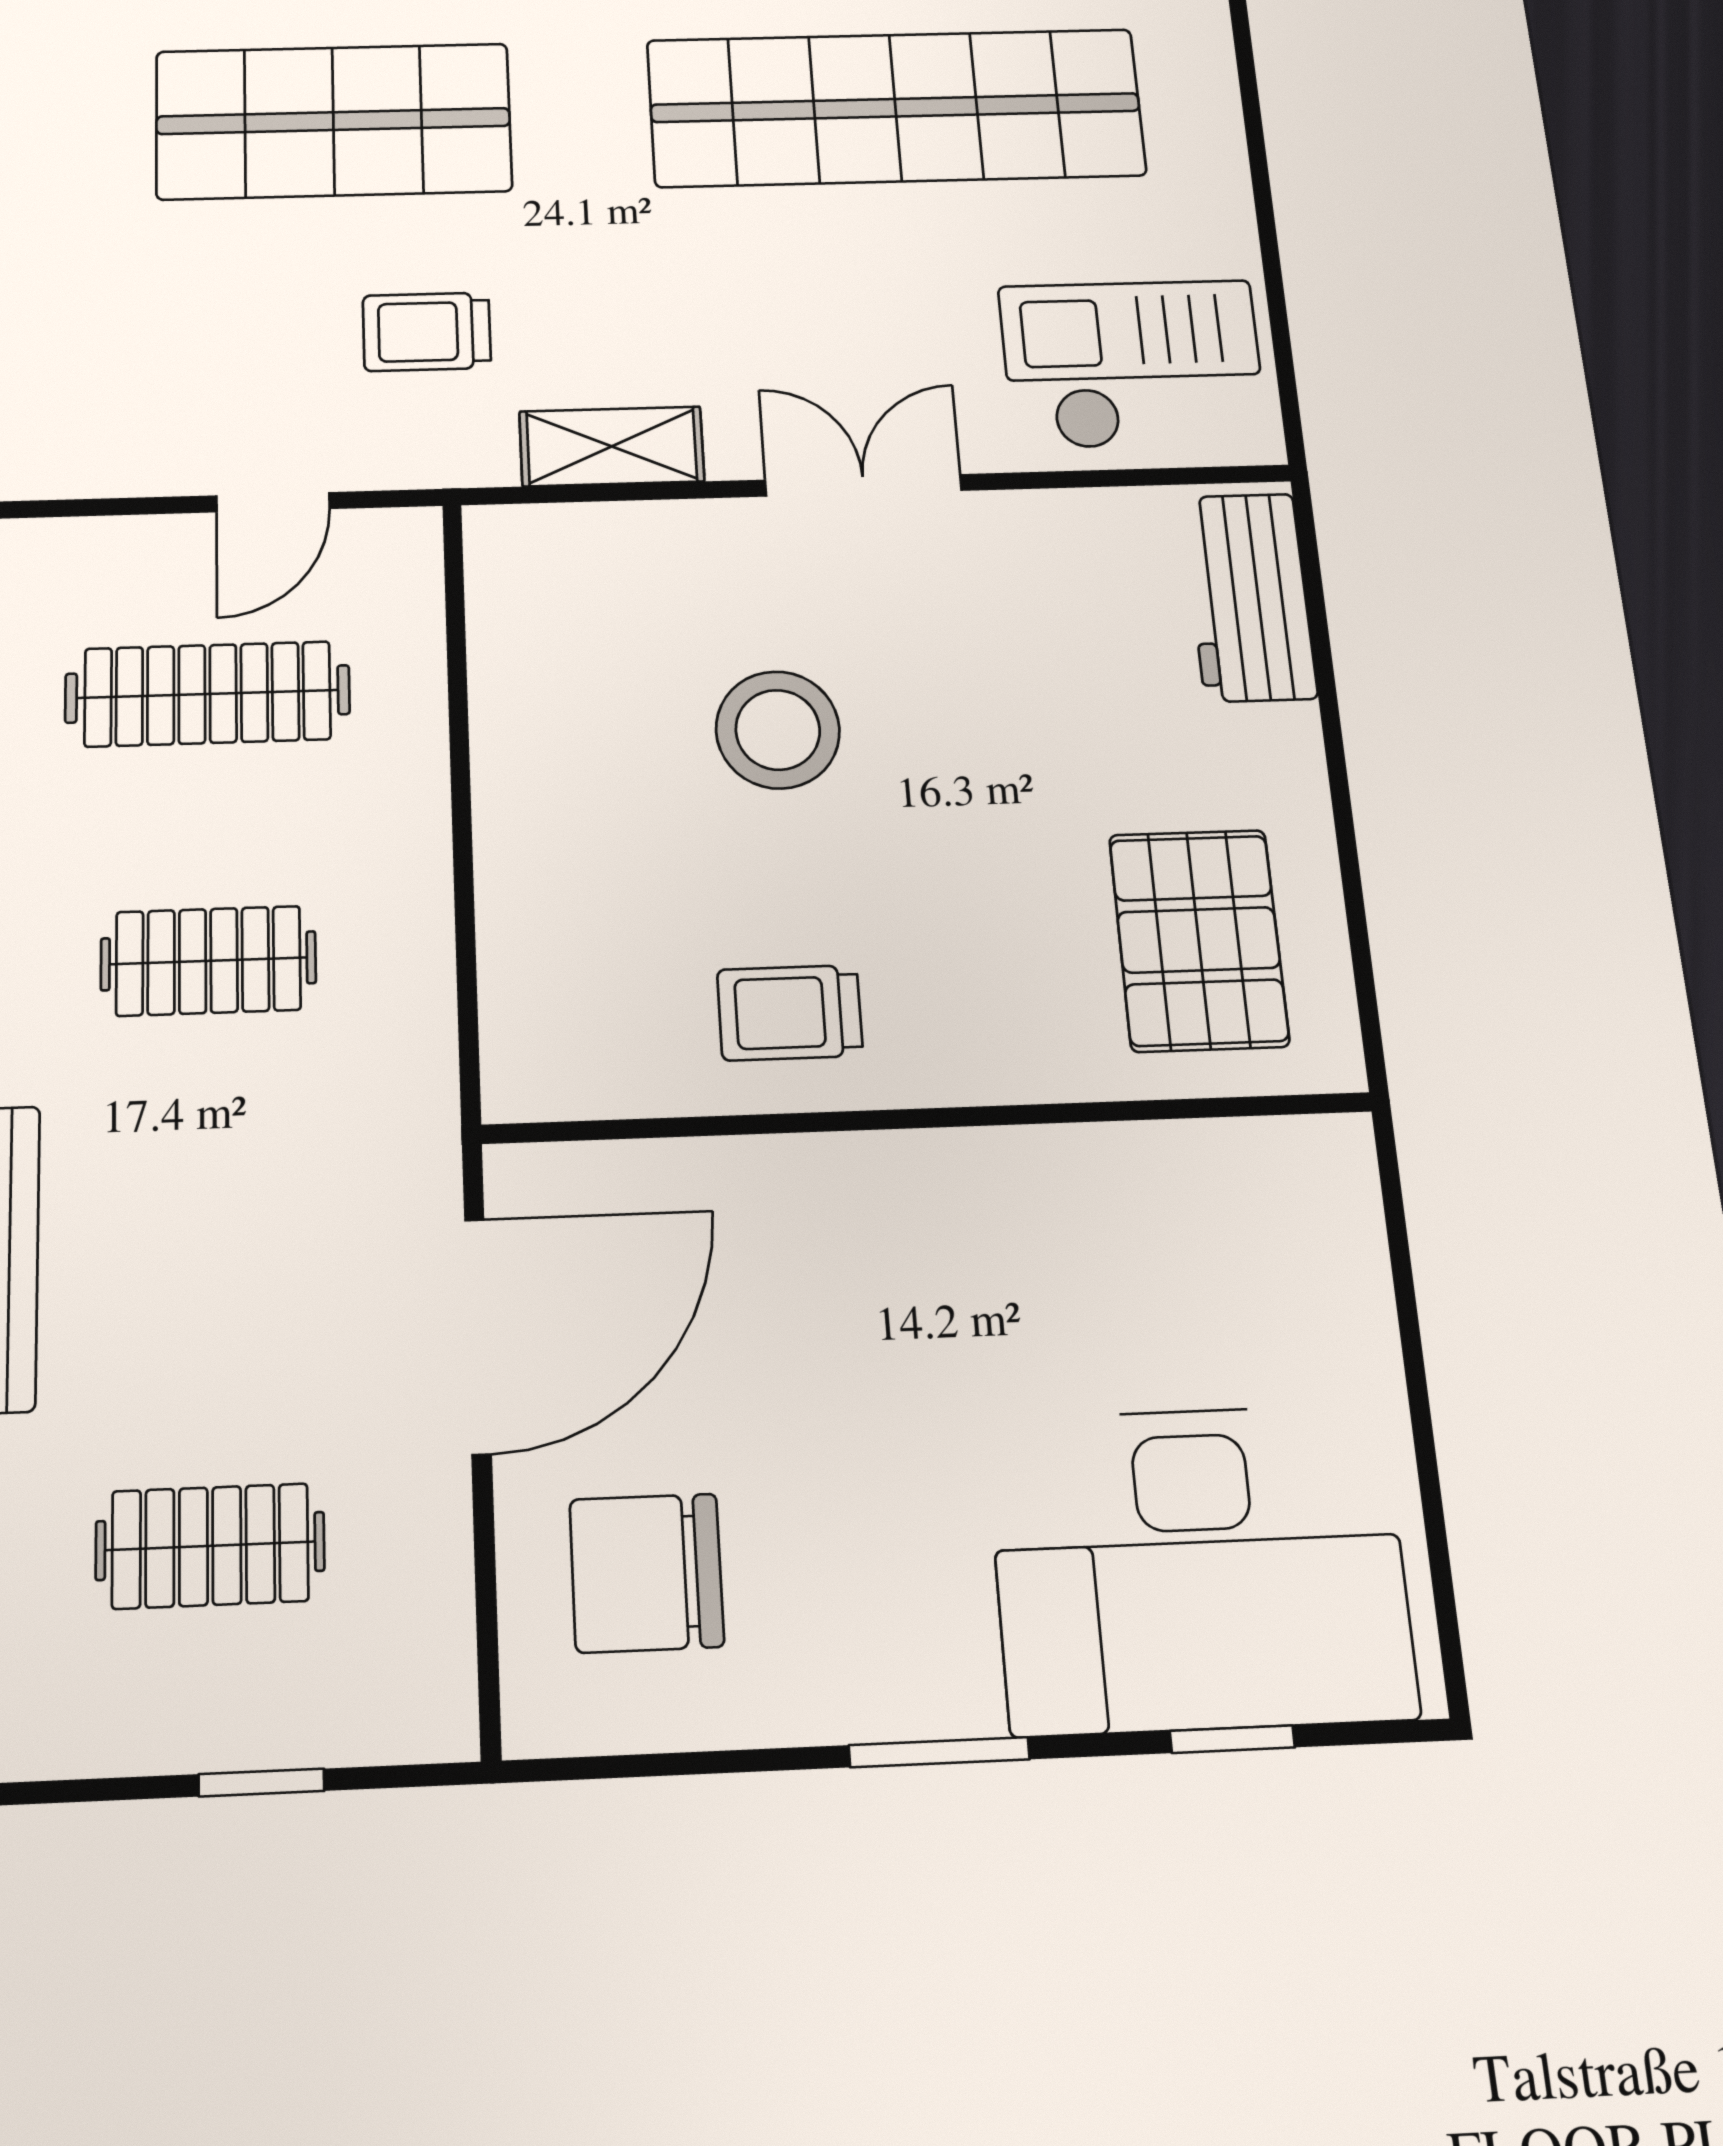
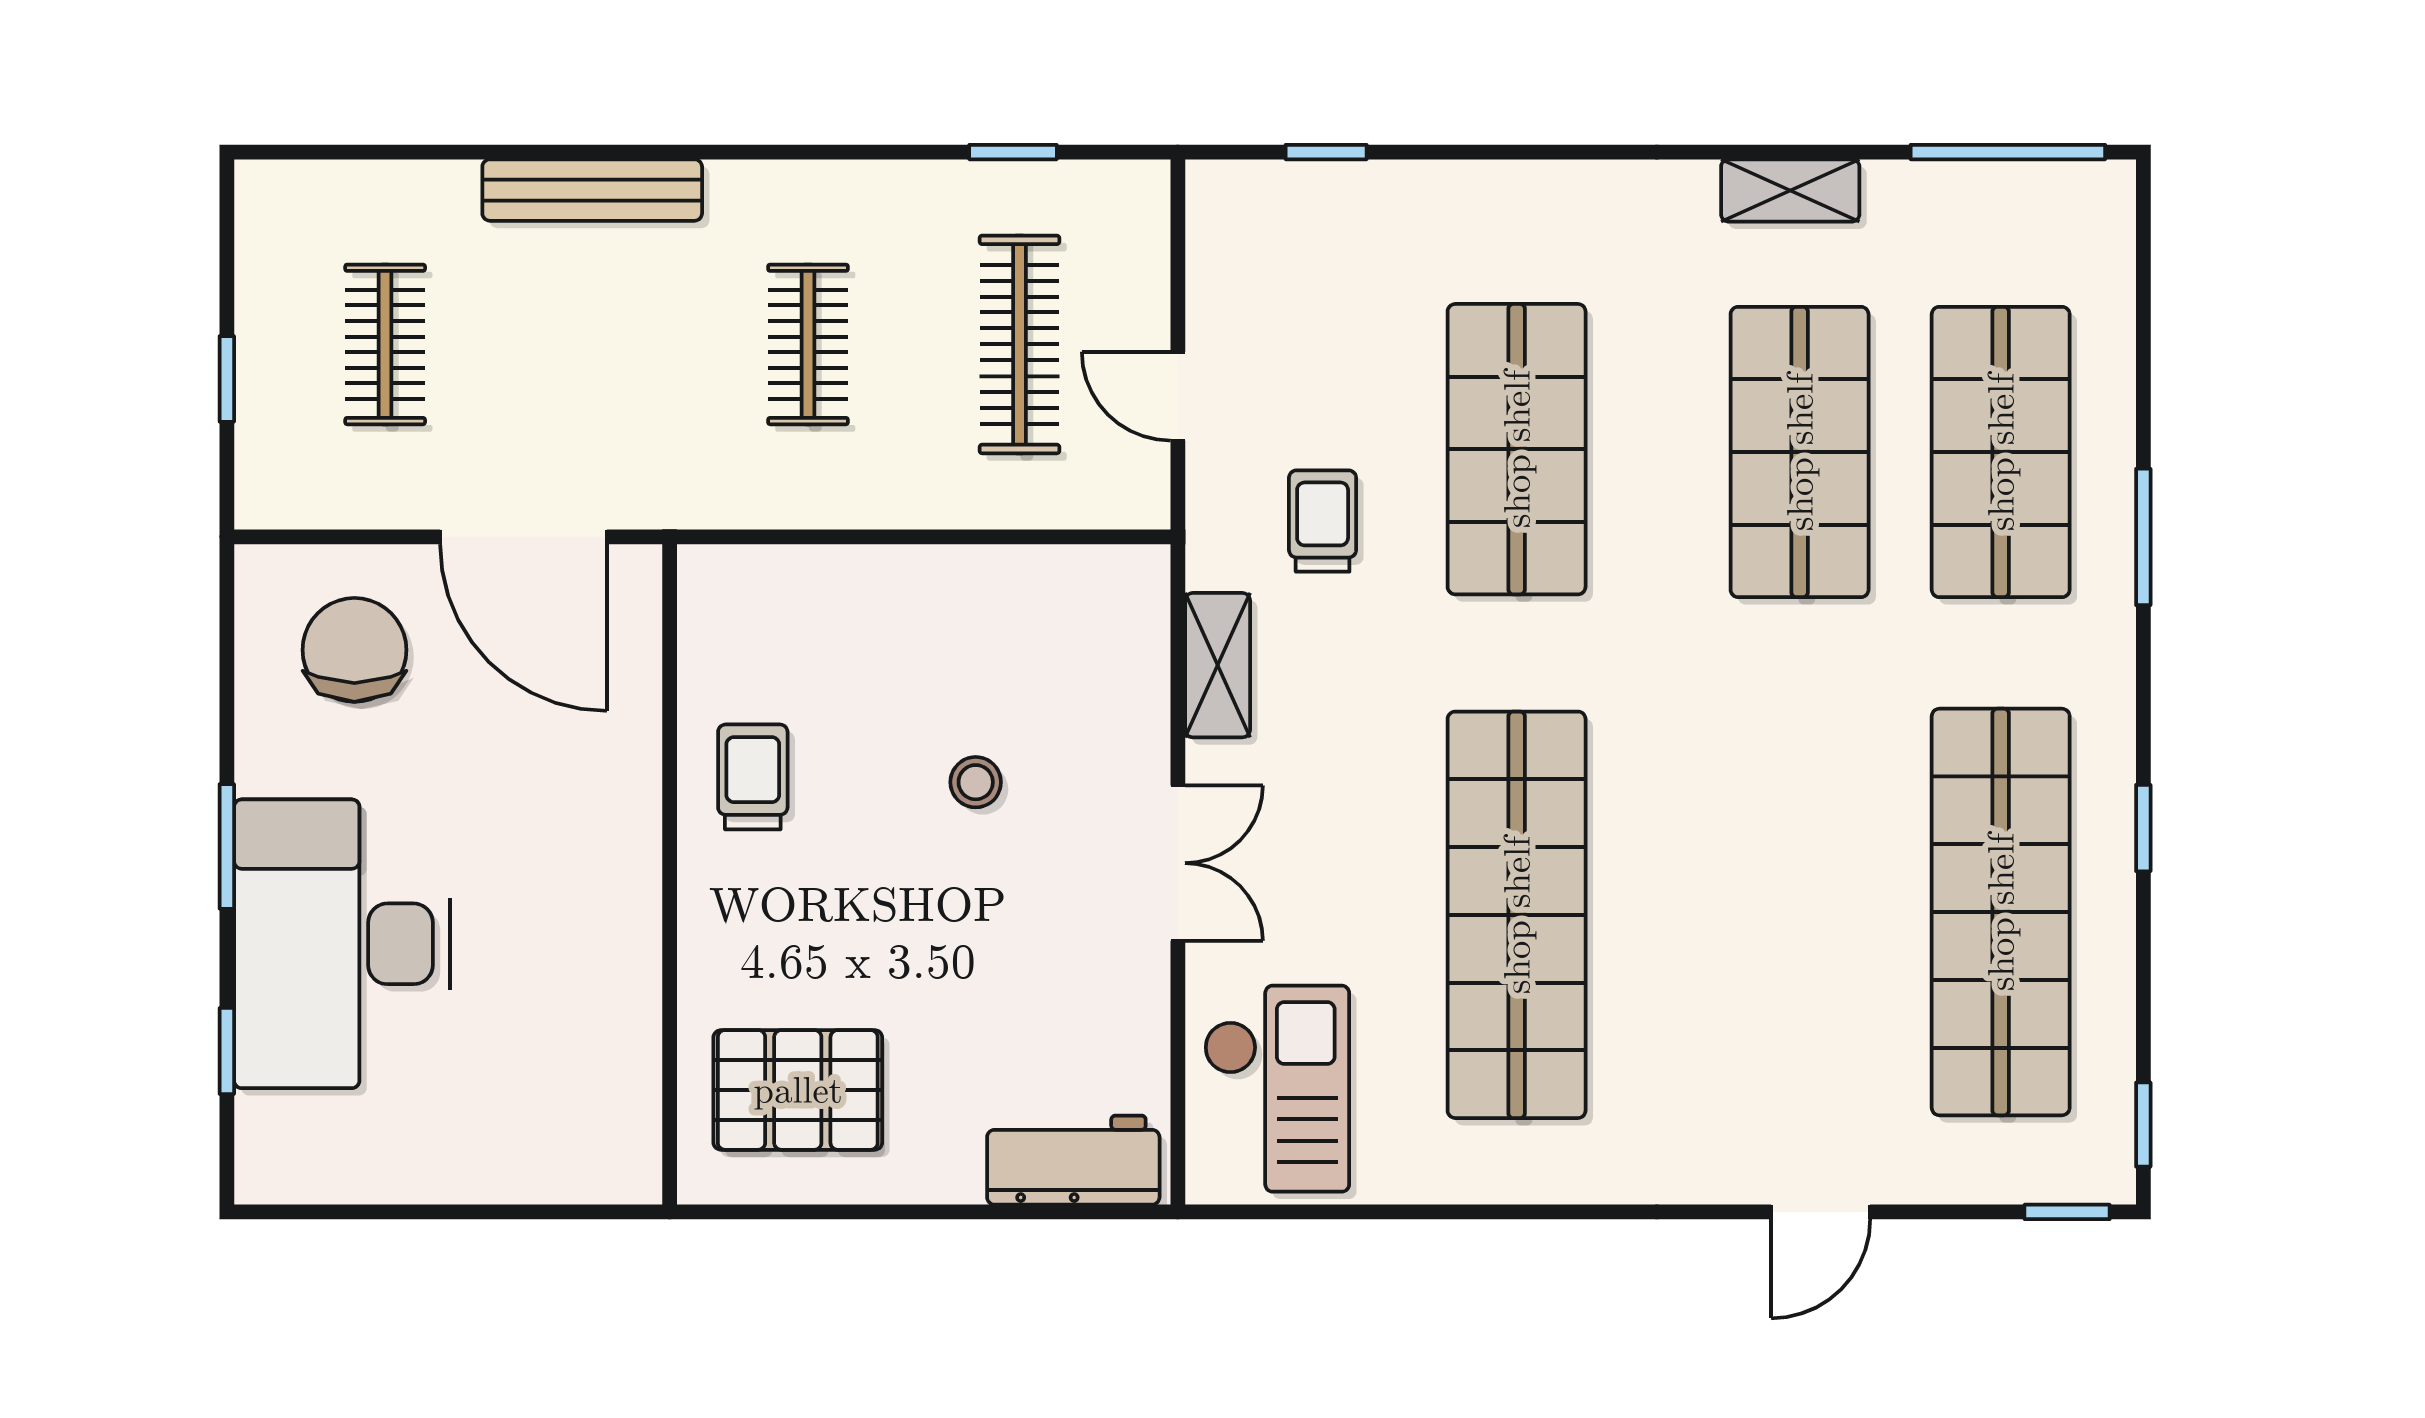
stool: (778, 730) -> (976, 782), width x0.53, depth x0.53
desk: (1200, 1568) -> (342, 944), moved

